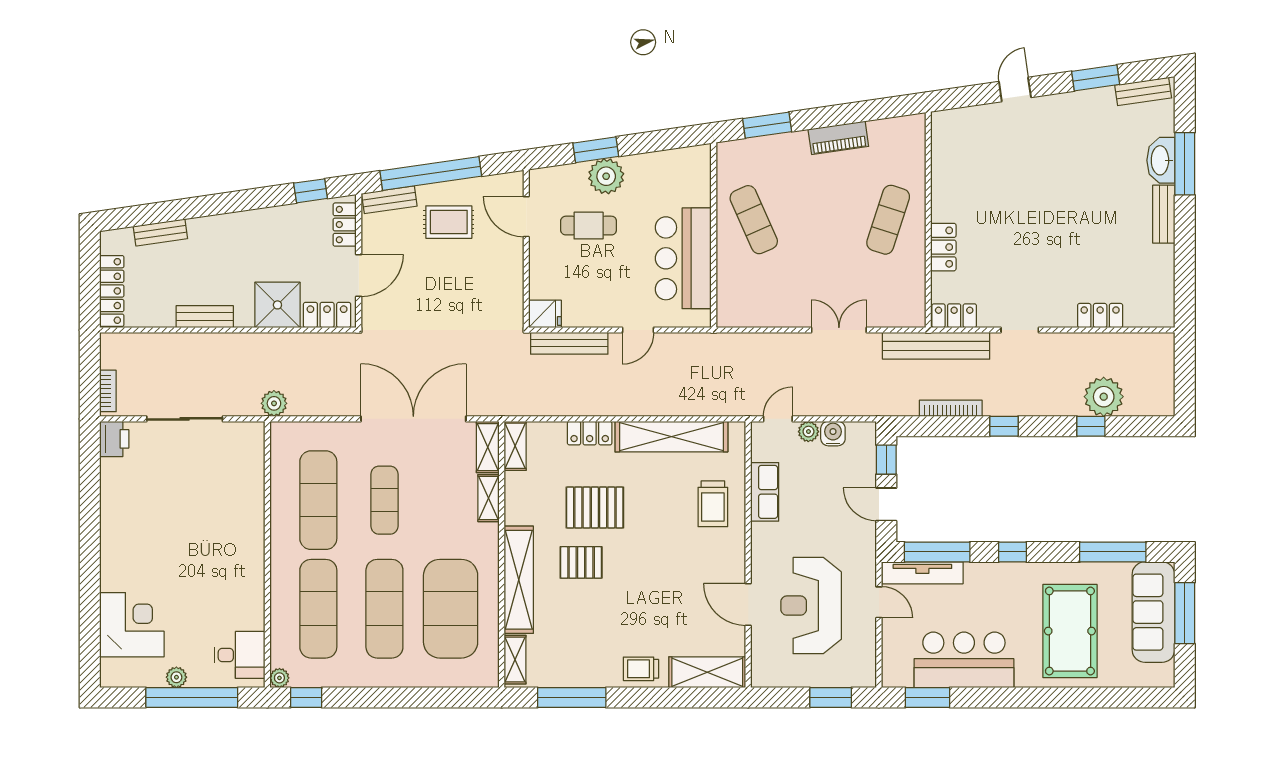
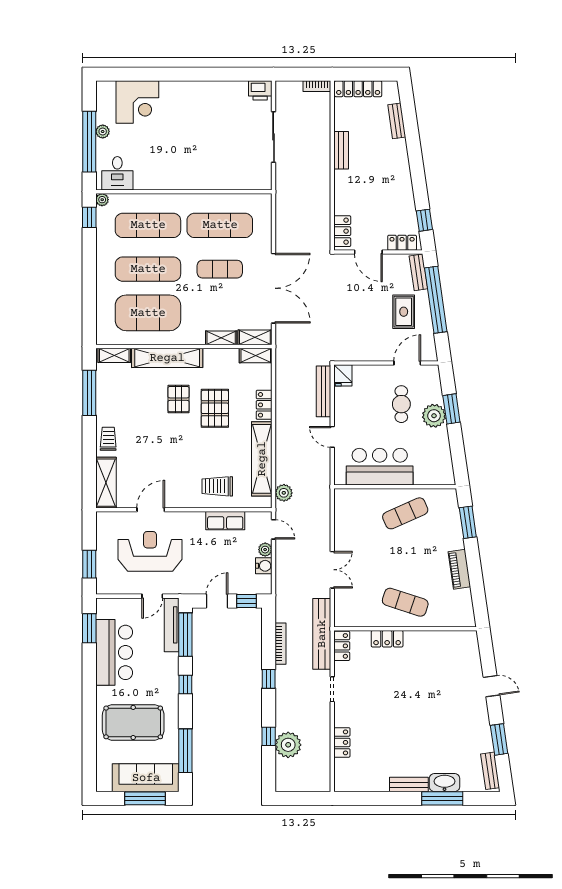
shower: (277, 305) -> (349, 198), removed
bookcase: (108, 391) -> (317, 86), moved
plant: (274, 403) -> (284, 493), moved

